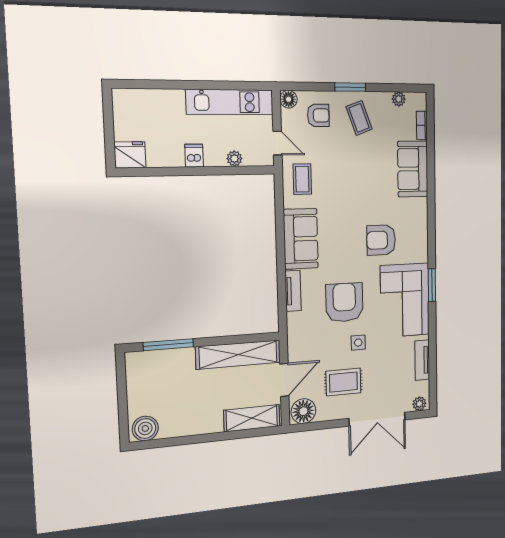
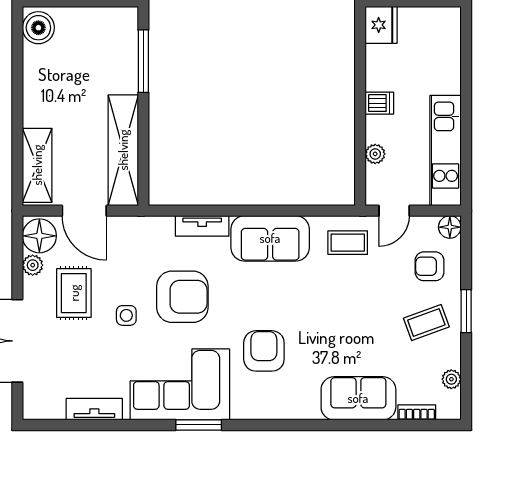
armchair: (318, 115) -> (430, 266), turned 90
plant: (419, 404) -> (33, 265), moved

